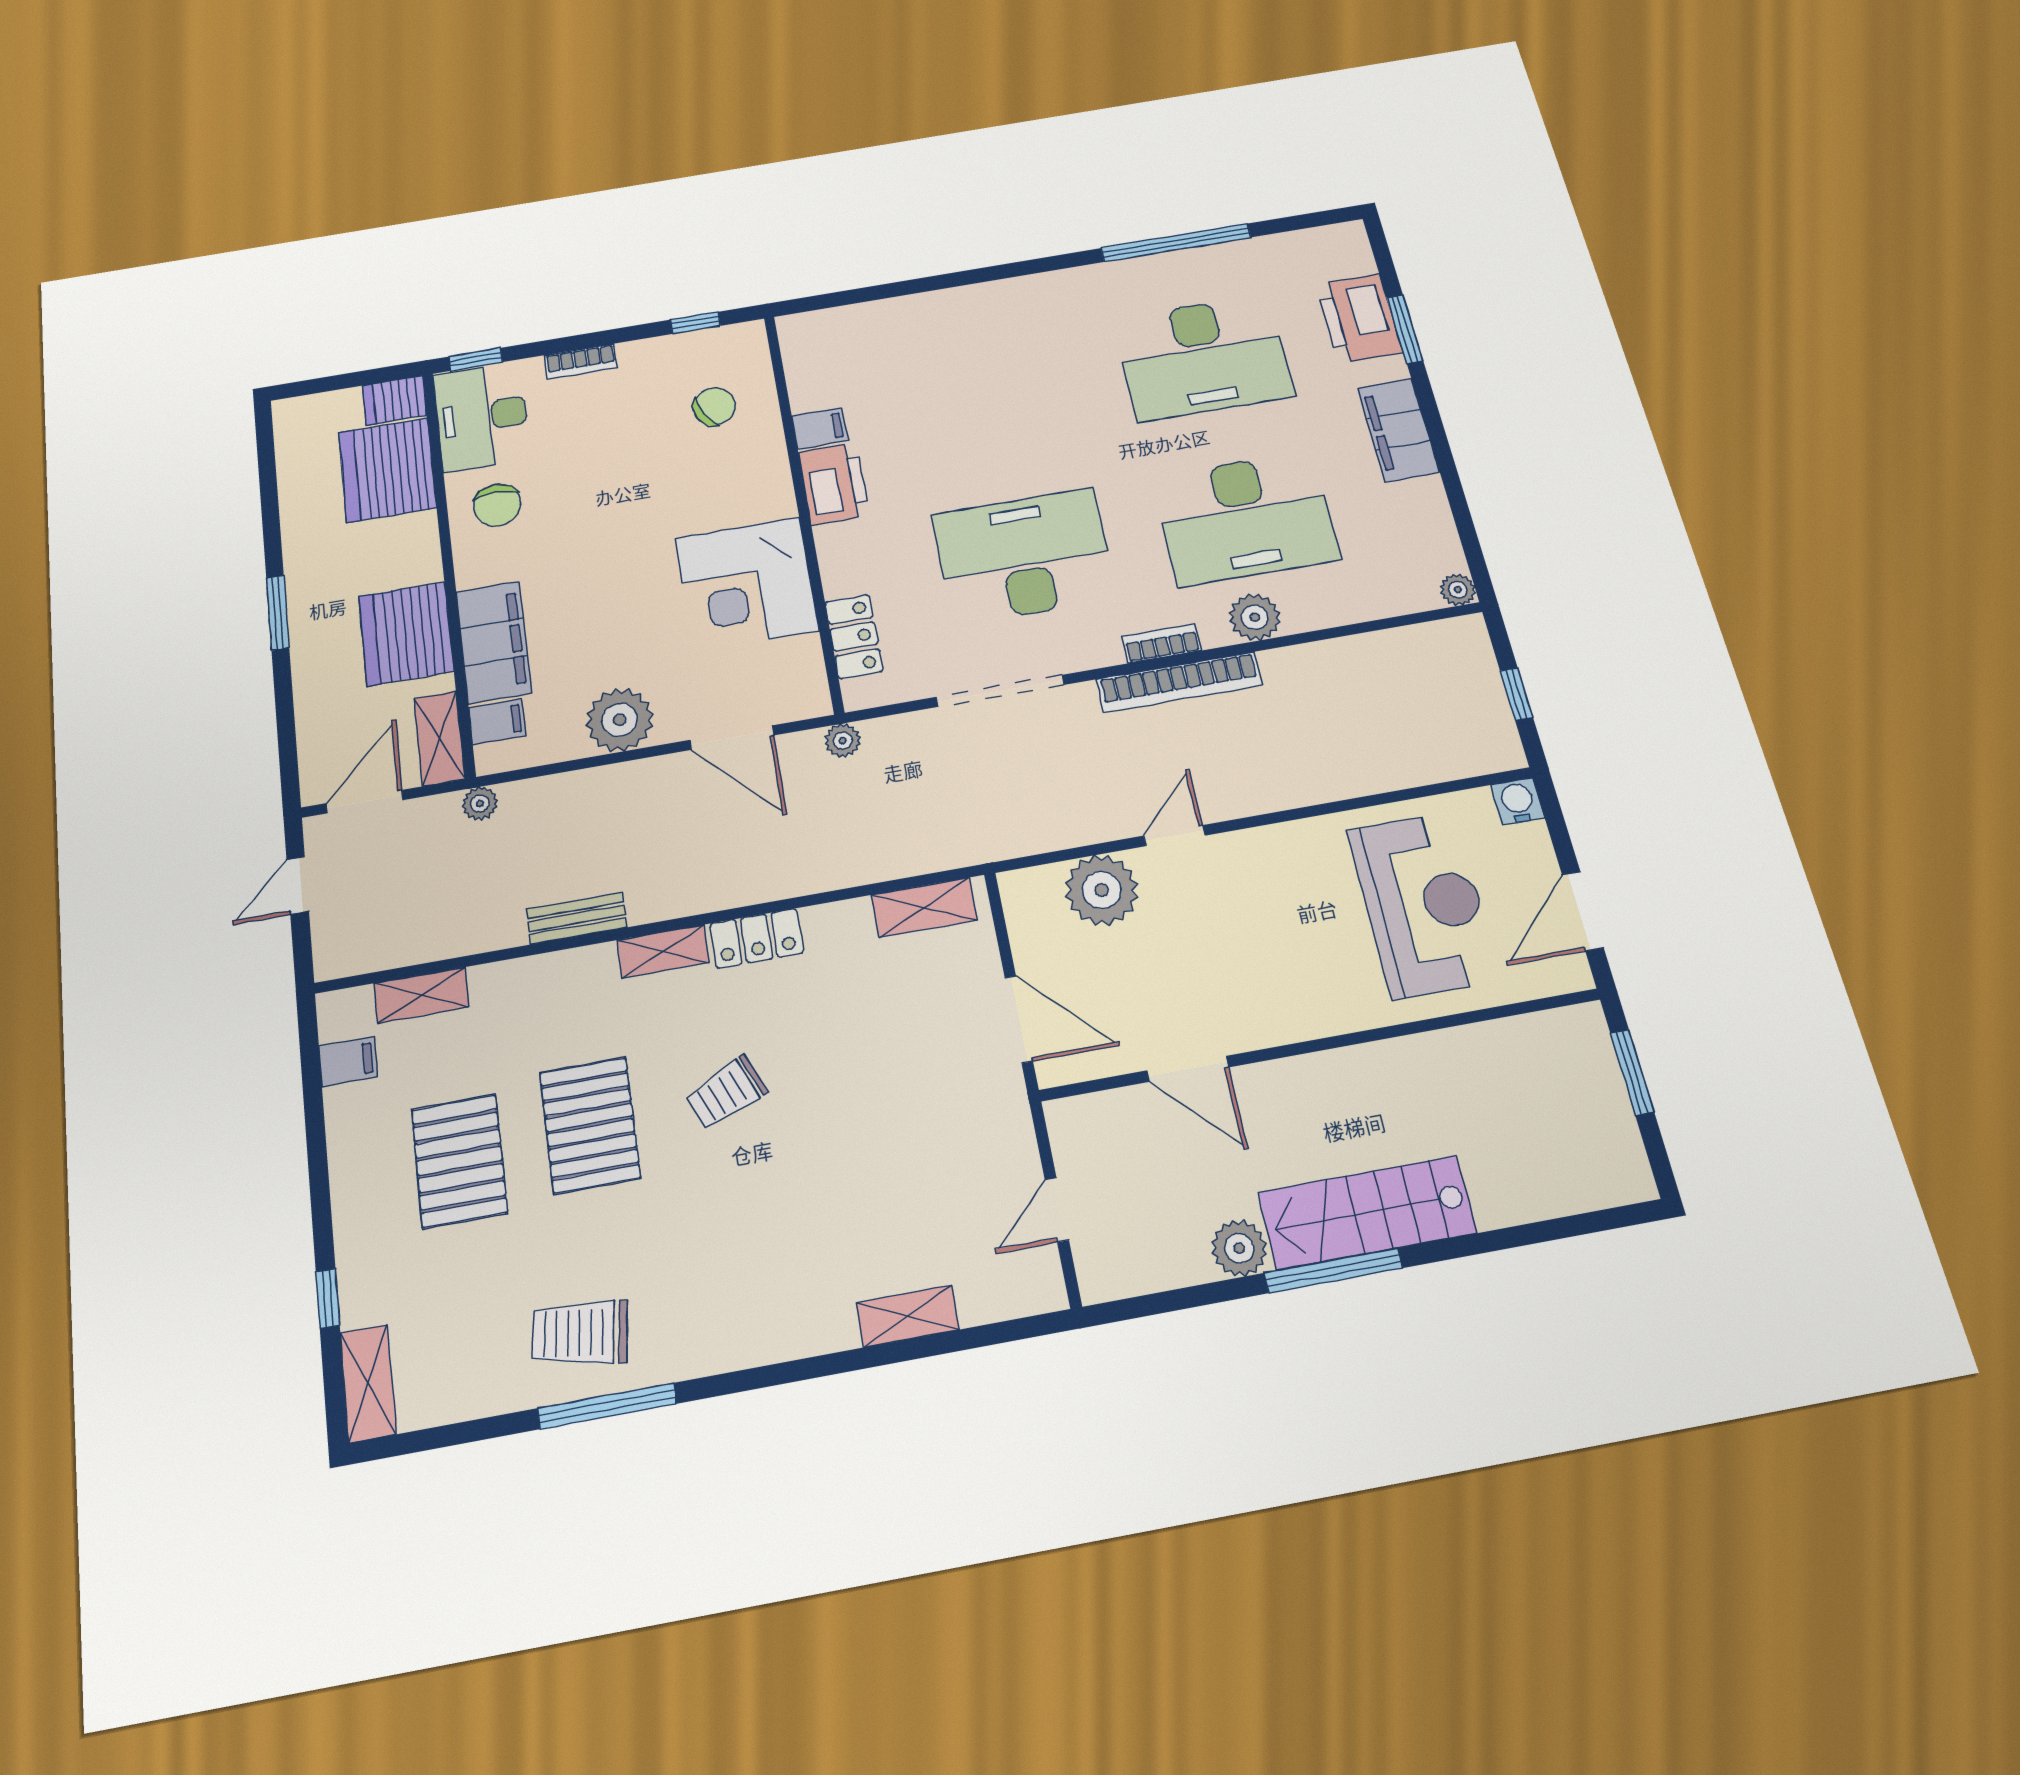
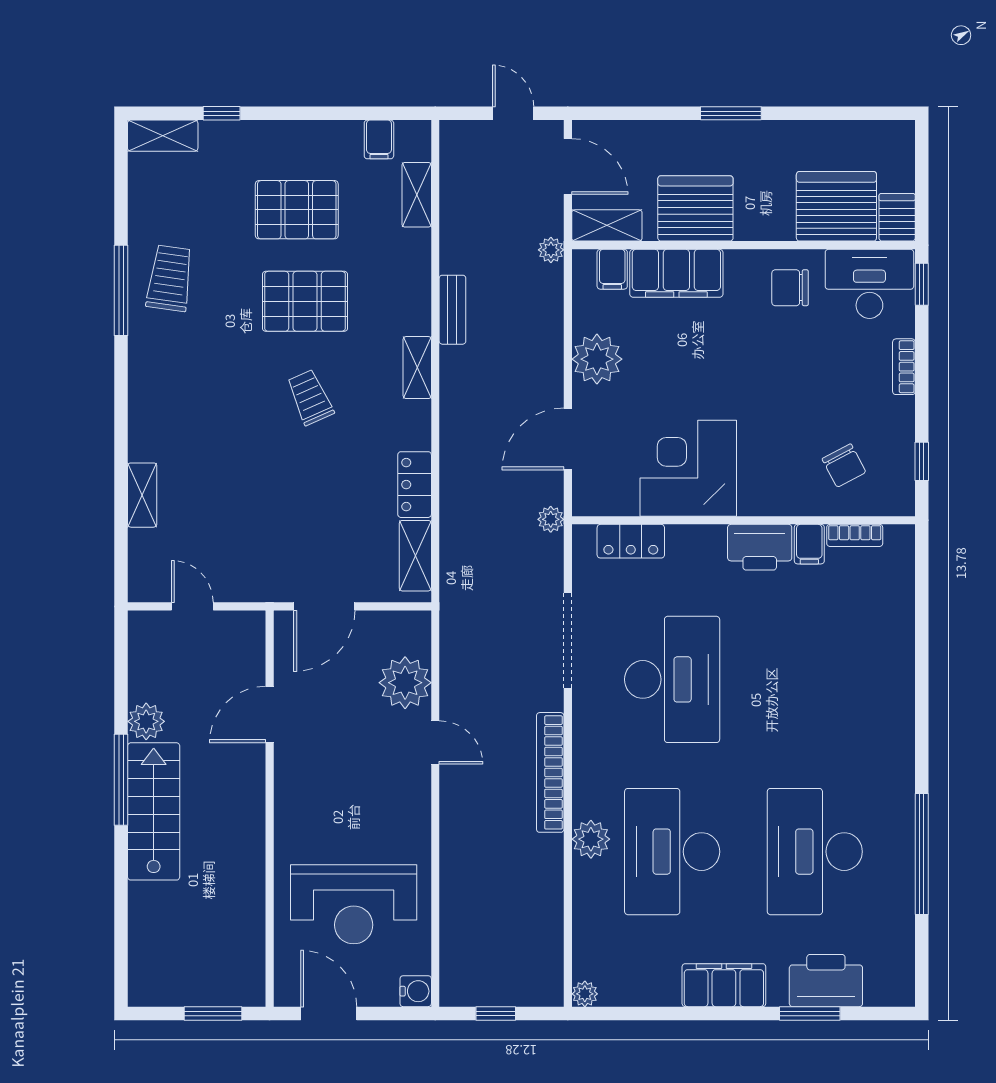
bookcase: (1162, 643) -> (855, 535), moved, turned 90
locker: (757, 938) -> (415, 485), moved

